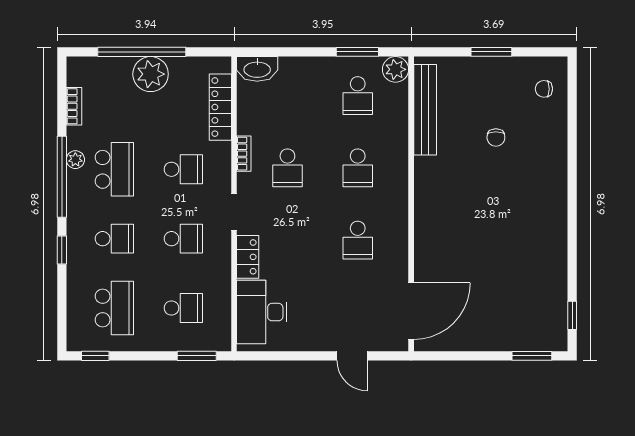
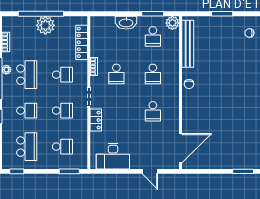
washbasin: (257, 69) -> (126, 23), moved
chair: (496, 137) -> (189, 84), moved
desk: (262, 312) -> (113, 156), moved, turned -90

